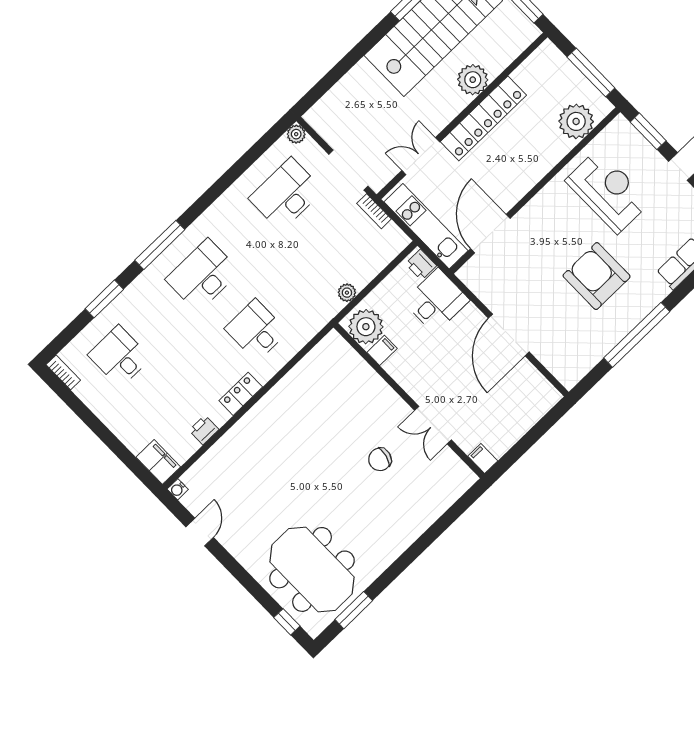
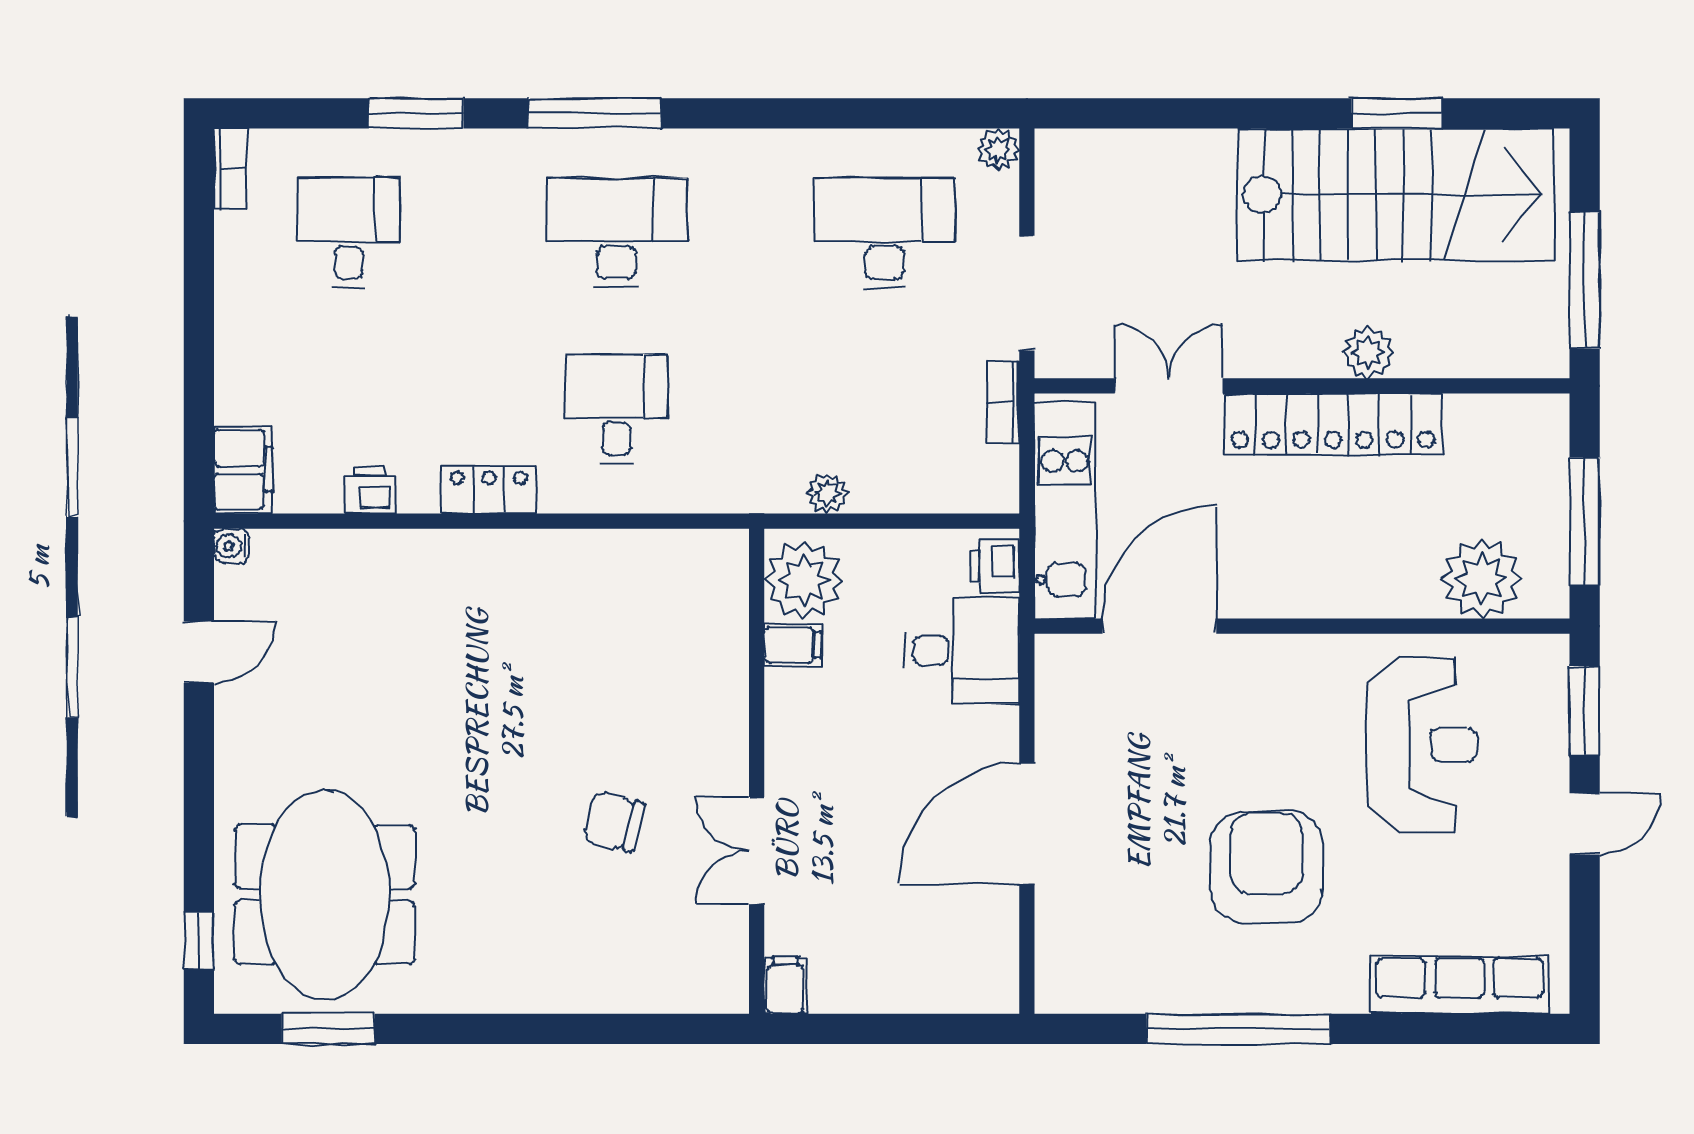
plant: (473, 80) -> (1368, 353), width x0.73, depth x0.73

